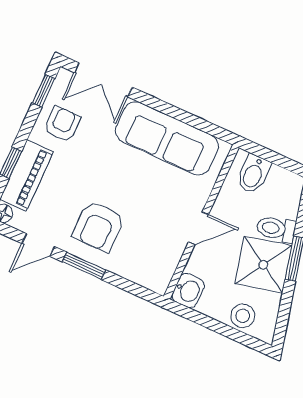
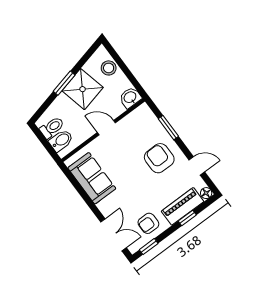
sofa: (167, 138) -> (92, 178), width x0.73
armchair: (98, 226) -> (159, 158), turned -90
toilet: (276, 229) -> (52, 127), moved, turned -77
window: (84, 266) -> (168, 128), moved

